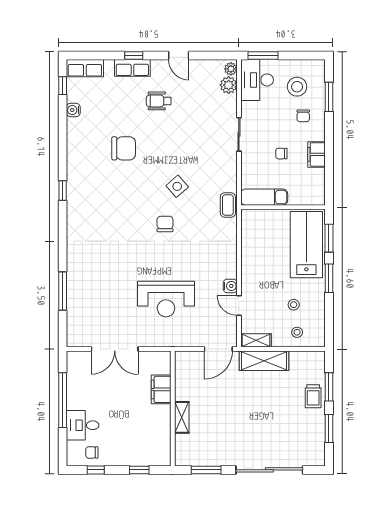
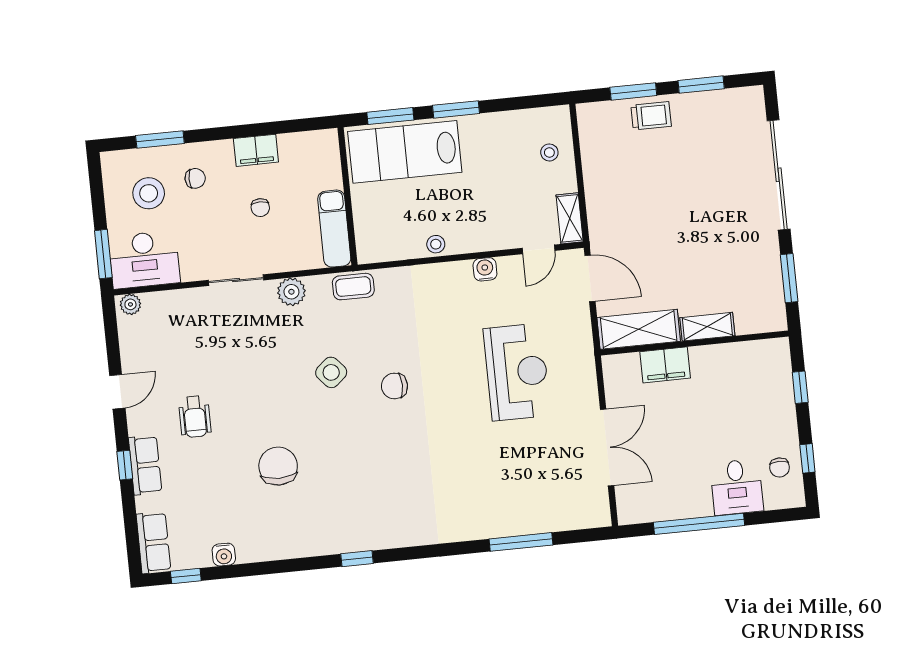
plant: (229, 85) -> (291, 292), moved
stool: (294, 305) -> (436, 244), moved
door: (239, 306) -> (538, 249), moved
shelving: (264, 361) -> (639, 329), moved, turned 90

